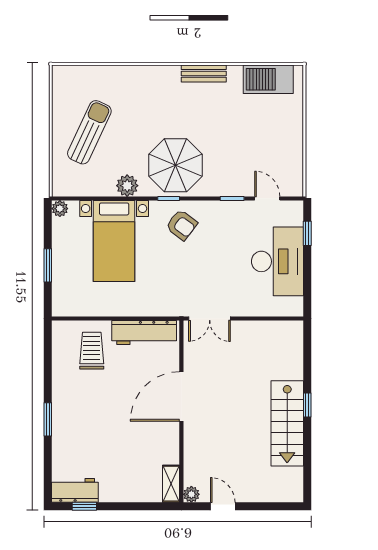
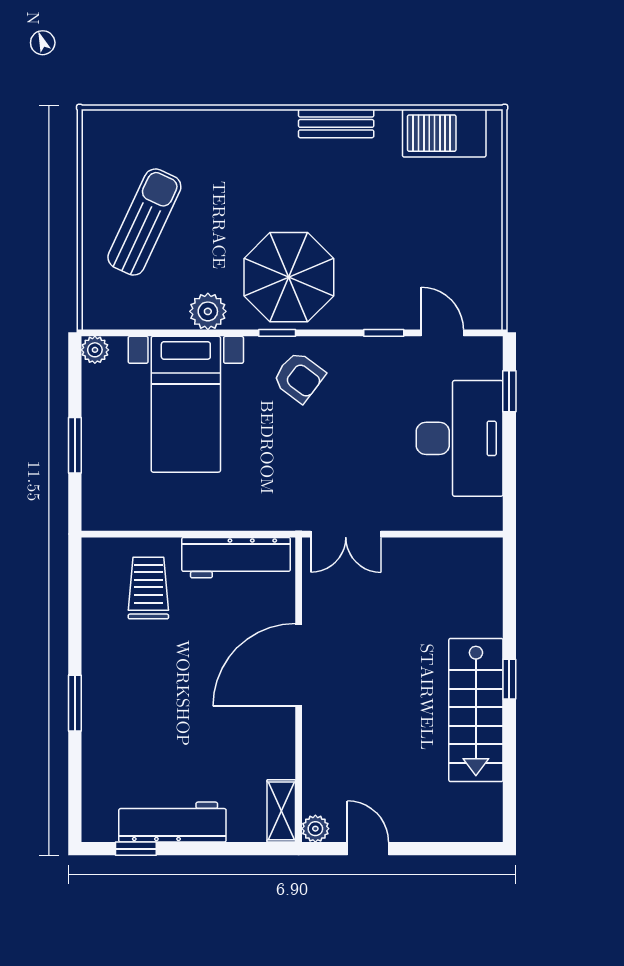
workbench: (75, 490) -> (172, 822), moved, width x1.38

